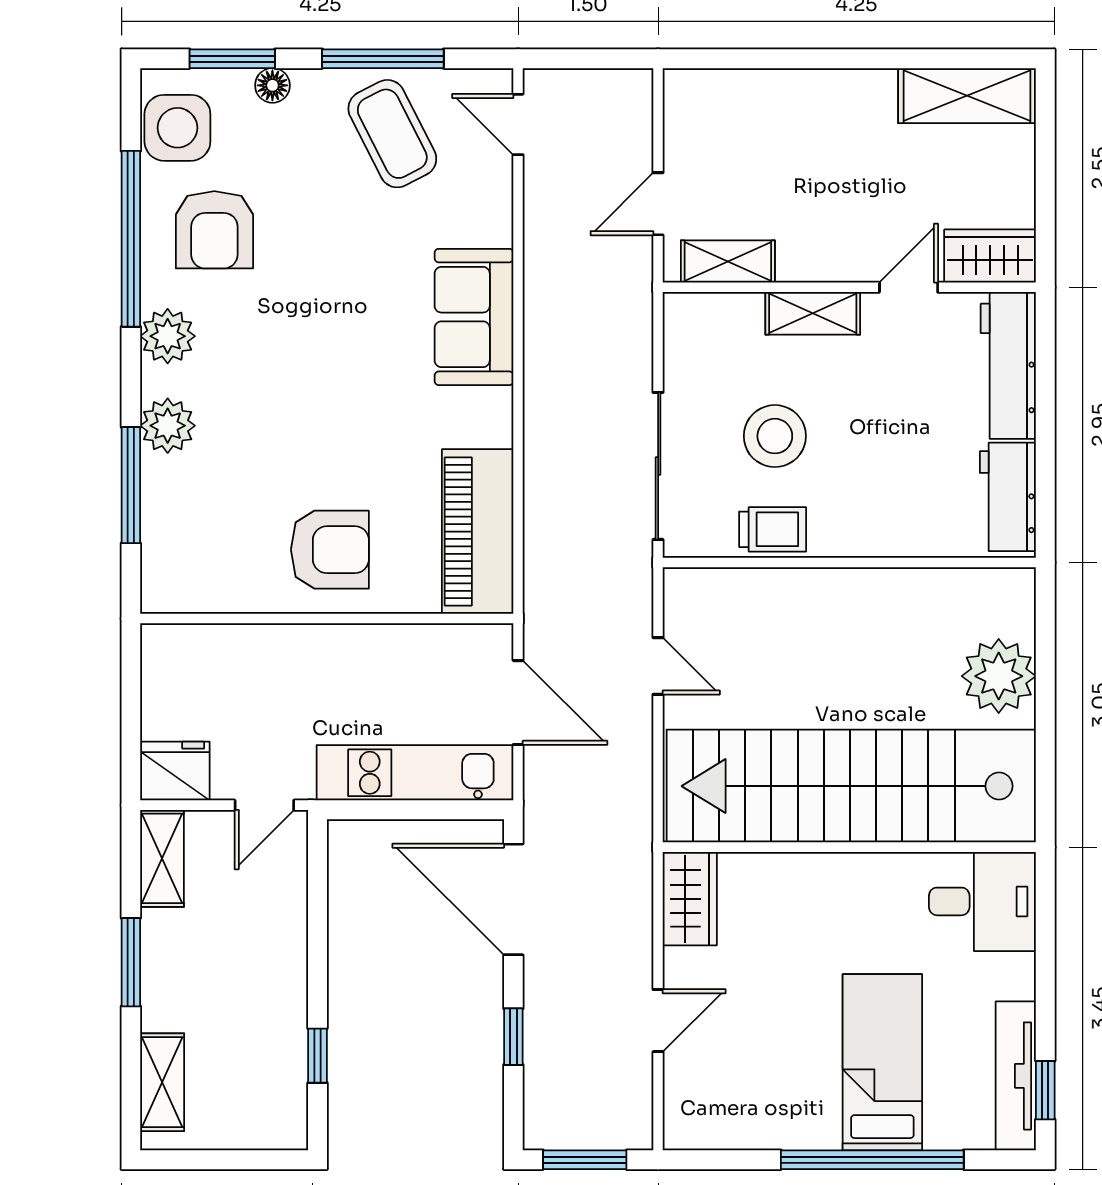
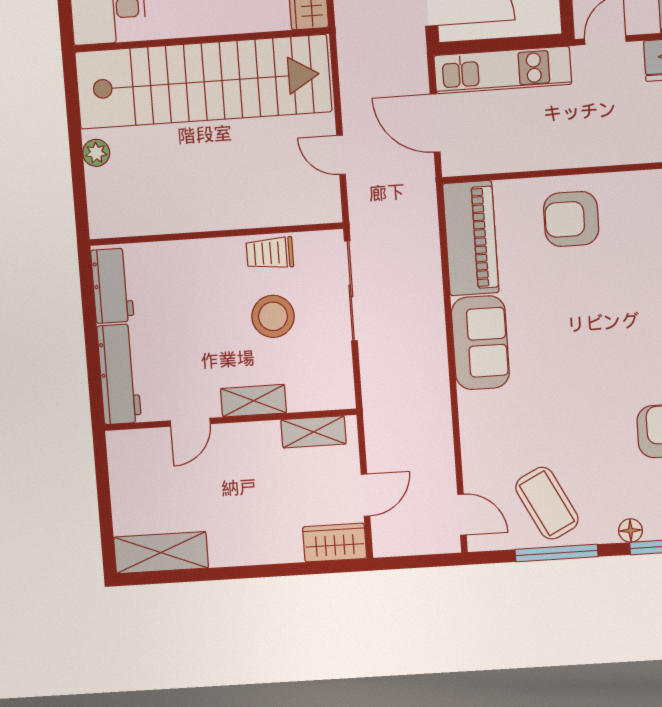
door: (658, 204) -> (365, 495), moved
wardrobe: (990, 256) -> (335, 543), moved, turned 180
sofa: (474, 317) -> (480, 343), moved
plant: (999, 676) -> (96, 153), width x0.53, depth x0.53

